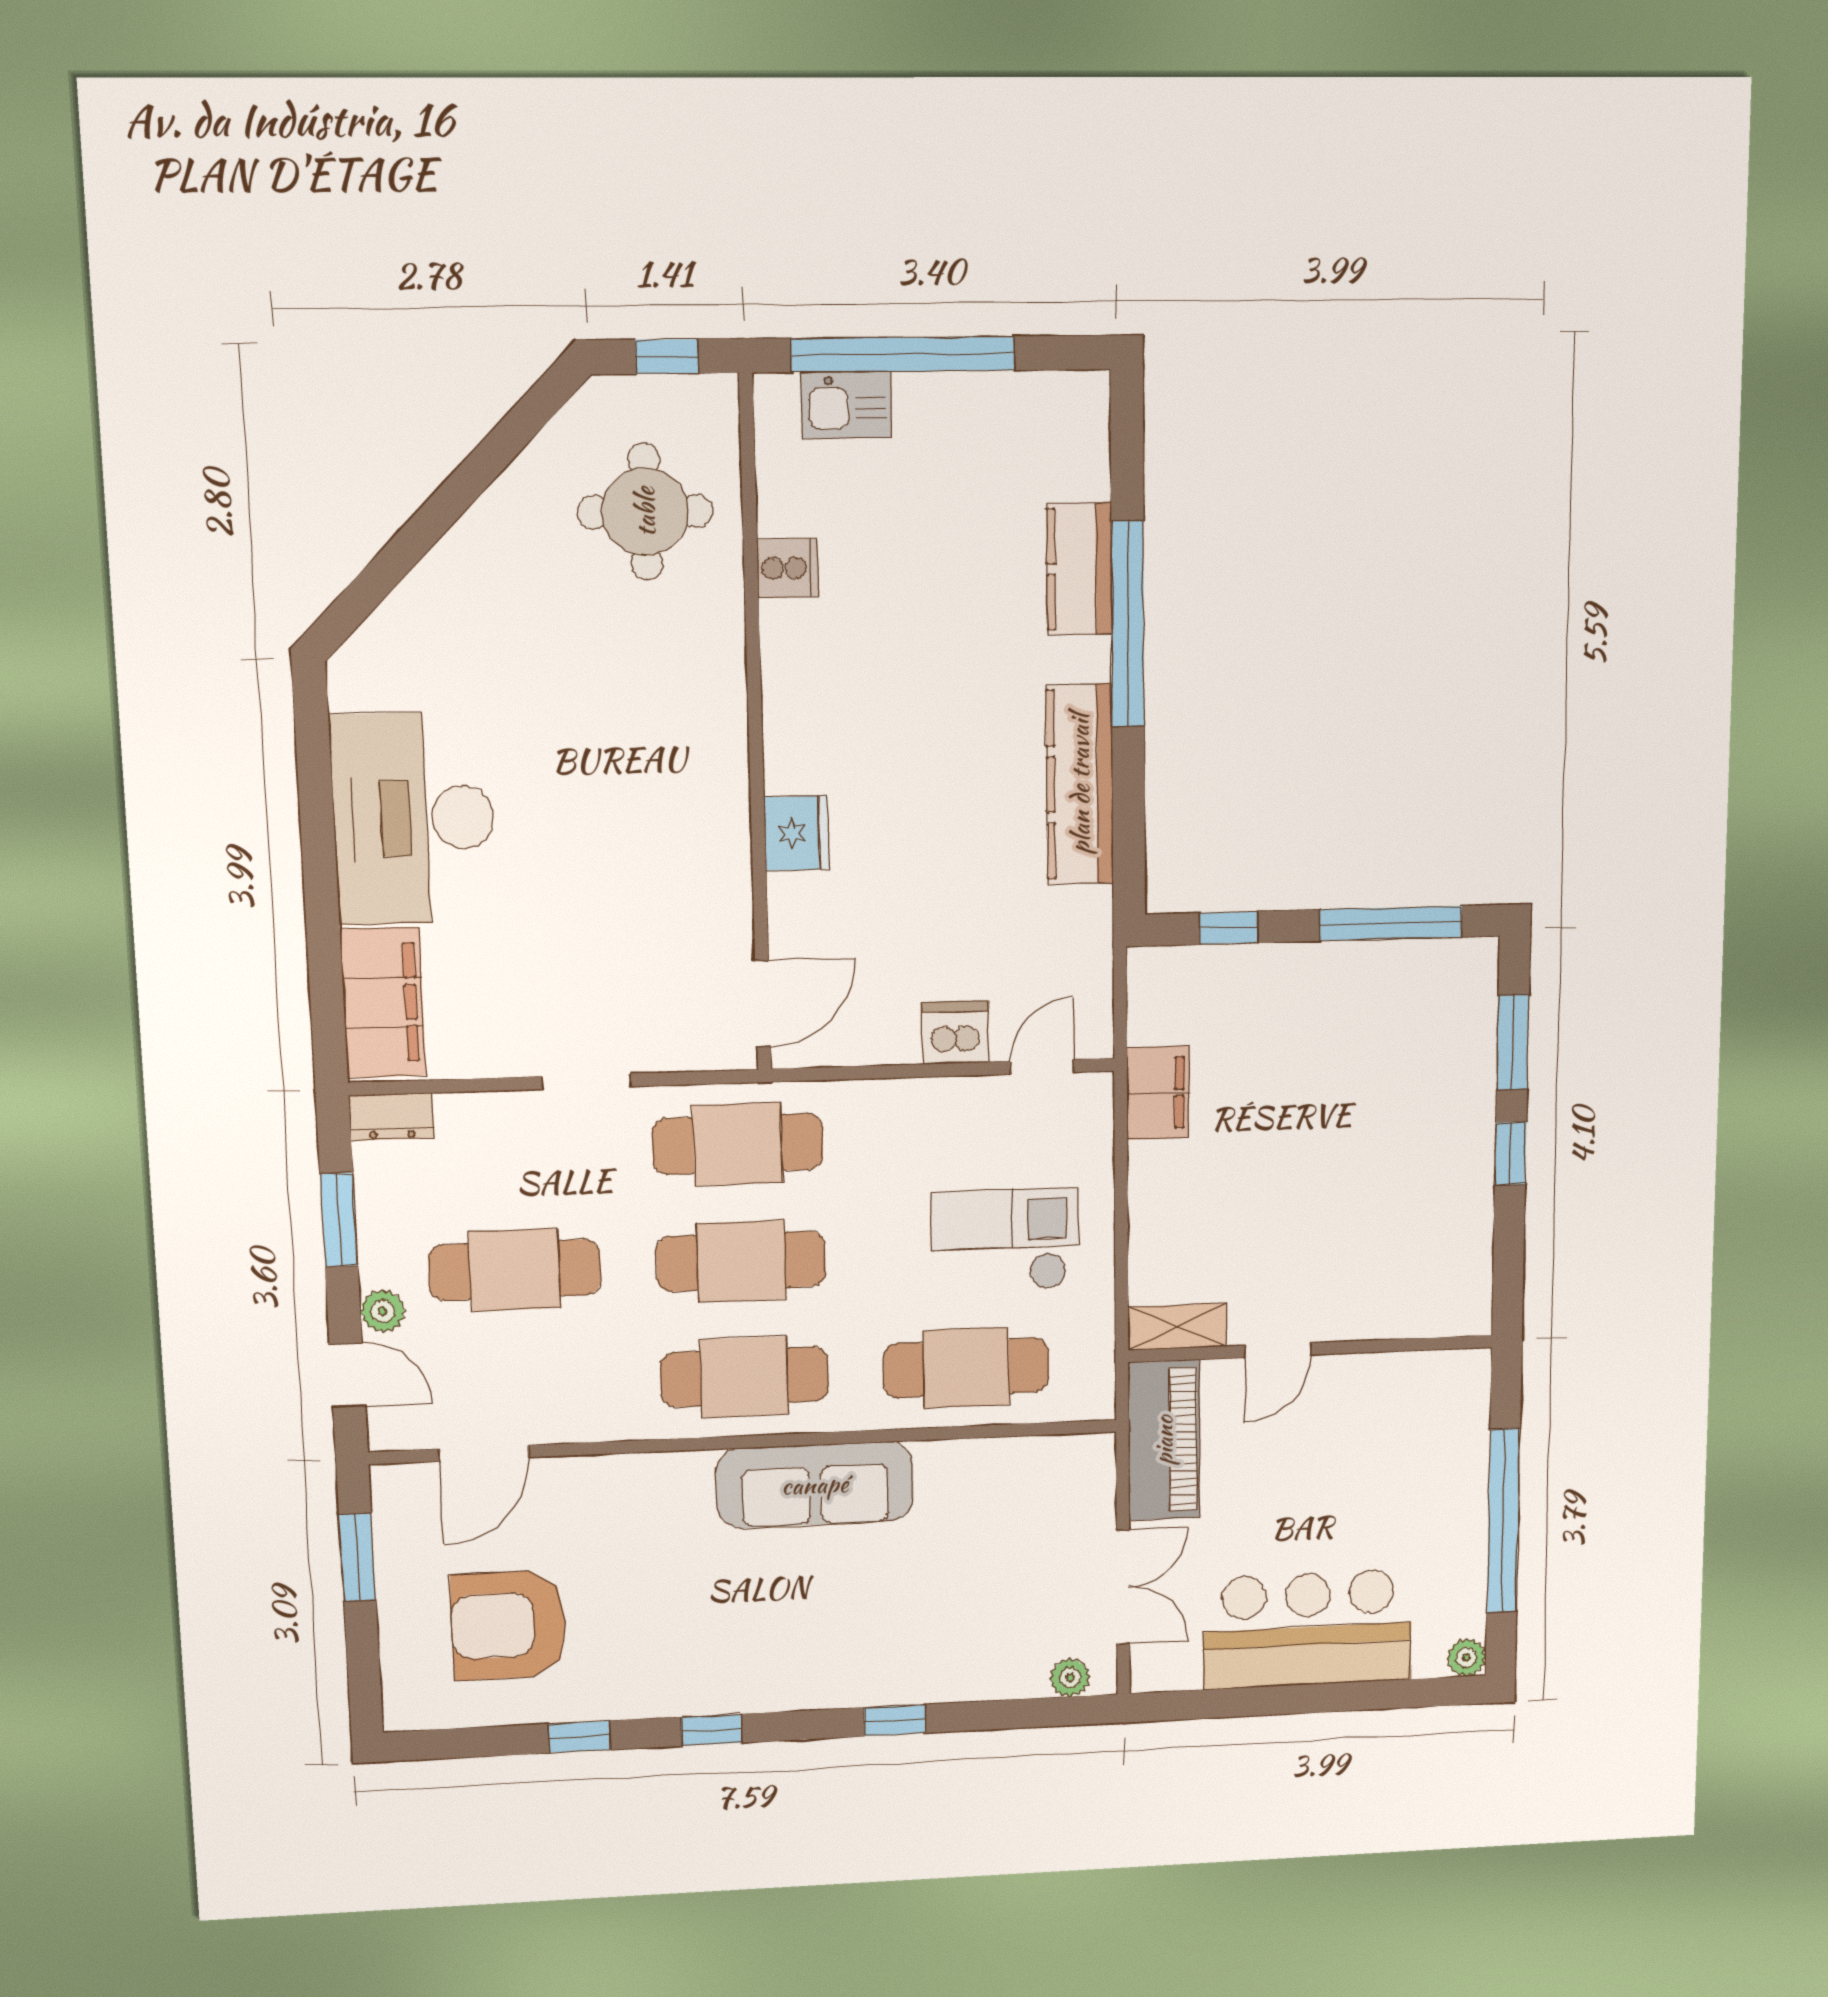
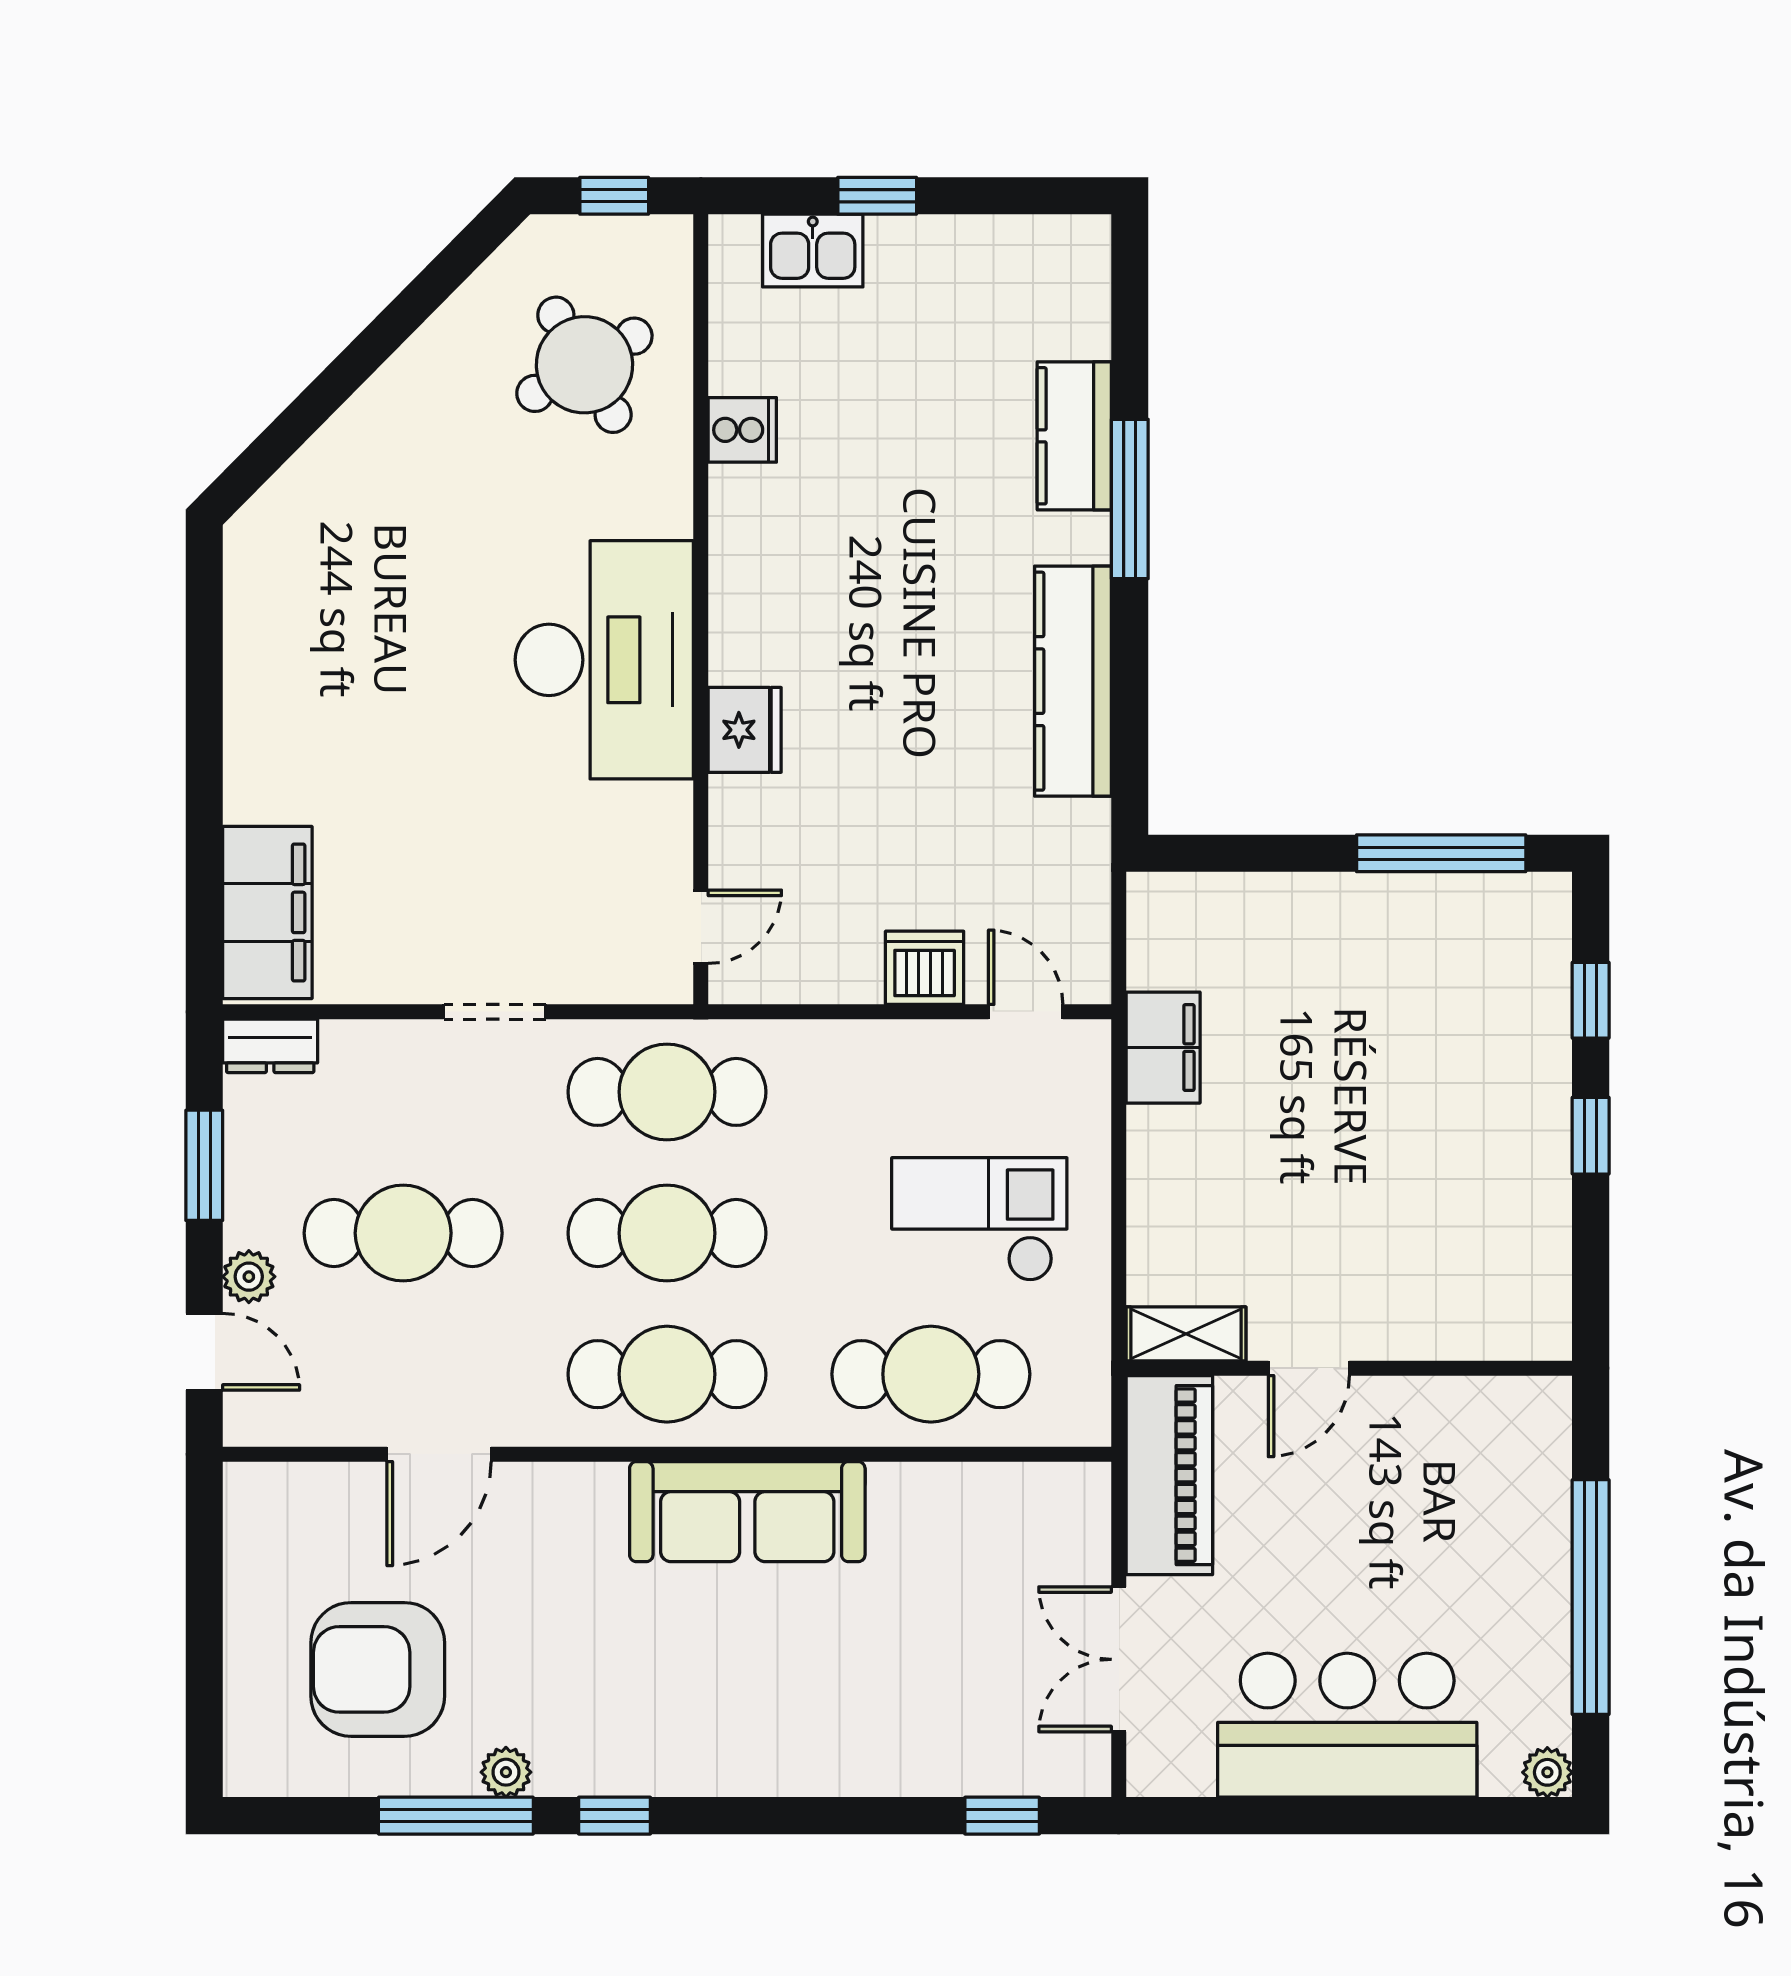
window: (903, 354) -> (877, 196), width x0.32
round table: (645, 512) -> (584, 365), turned -30
window: (1128, 624) -> (1130, 499), width x0.68
desk: (413, 818) -> (604, 660), moved, turned 180
window: (1229, 928) -> (1248, 853), removed
door: (763, 1004) -> (701, 927), width x0.73
window: (1513, 1042) -> (1591, 1000), width x0.67
door: (1042, 1067) -> (1026, 1012), hinge flipped
door: (484, 1453) -> (439, 1454), moved
window: (357, 1557) -> (204, 1576), removed
double door: (1123, 1587) -> (1119, 1659), swing flipped
plant: (1070, 1678) -> (506, 1772), moved
window: (895, 1720) -> (1002, 1816), moved
window: (579, 1737) -> (456, 1816), width x2.17

